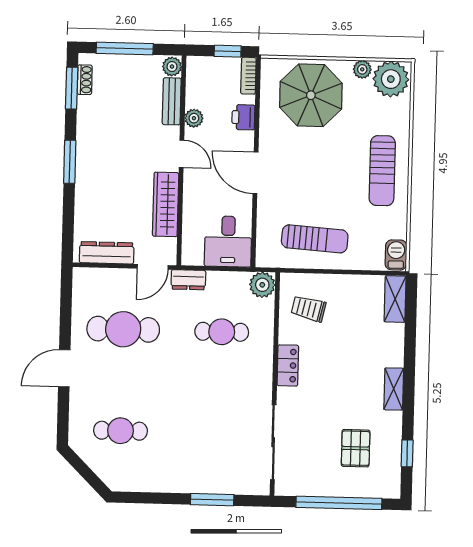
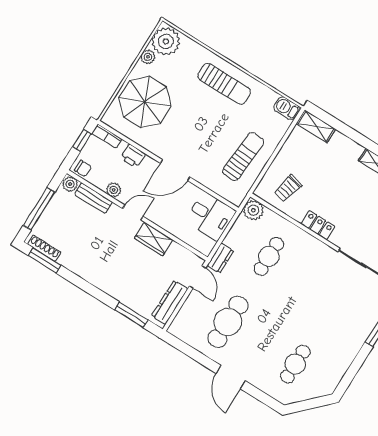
chair: (198, 70) -> (83, 168), added
shoe rack: (85, 80) -> (44, 248), width x1.43
window: (70, 162) -> (131, 315), moved
wardrobe: (166, 204) -> (153, 239), width x0.67

